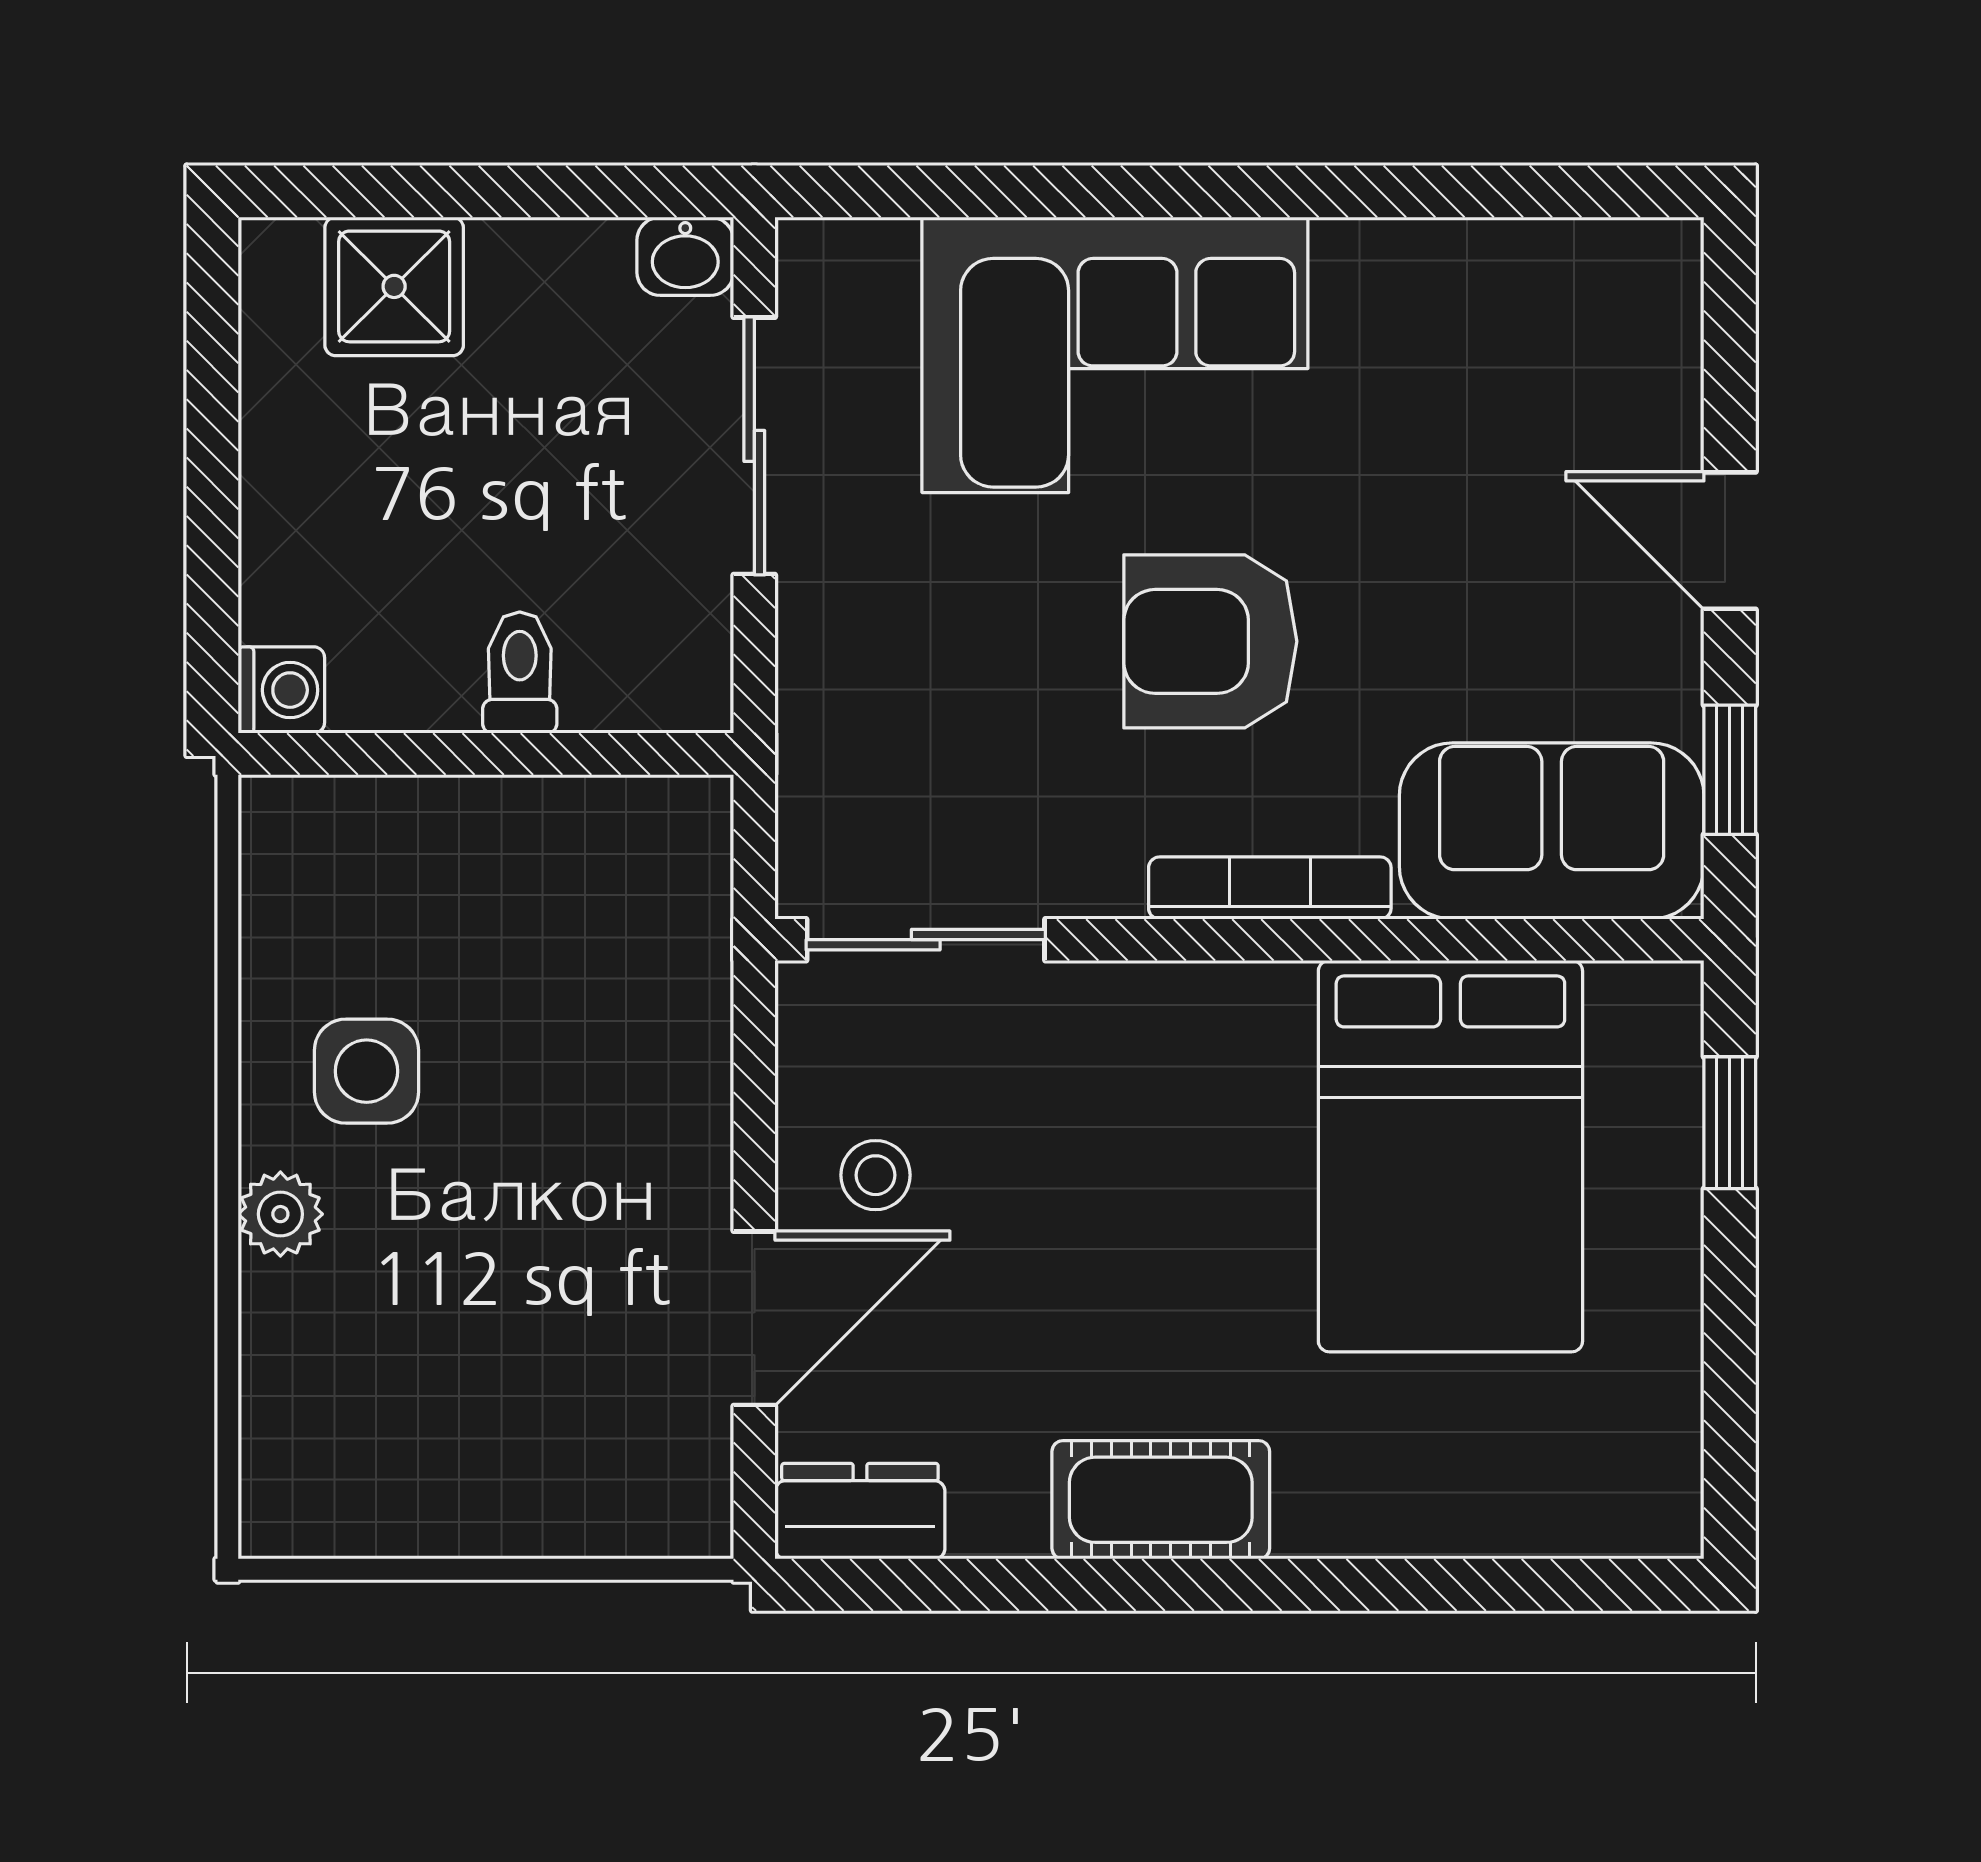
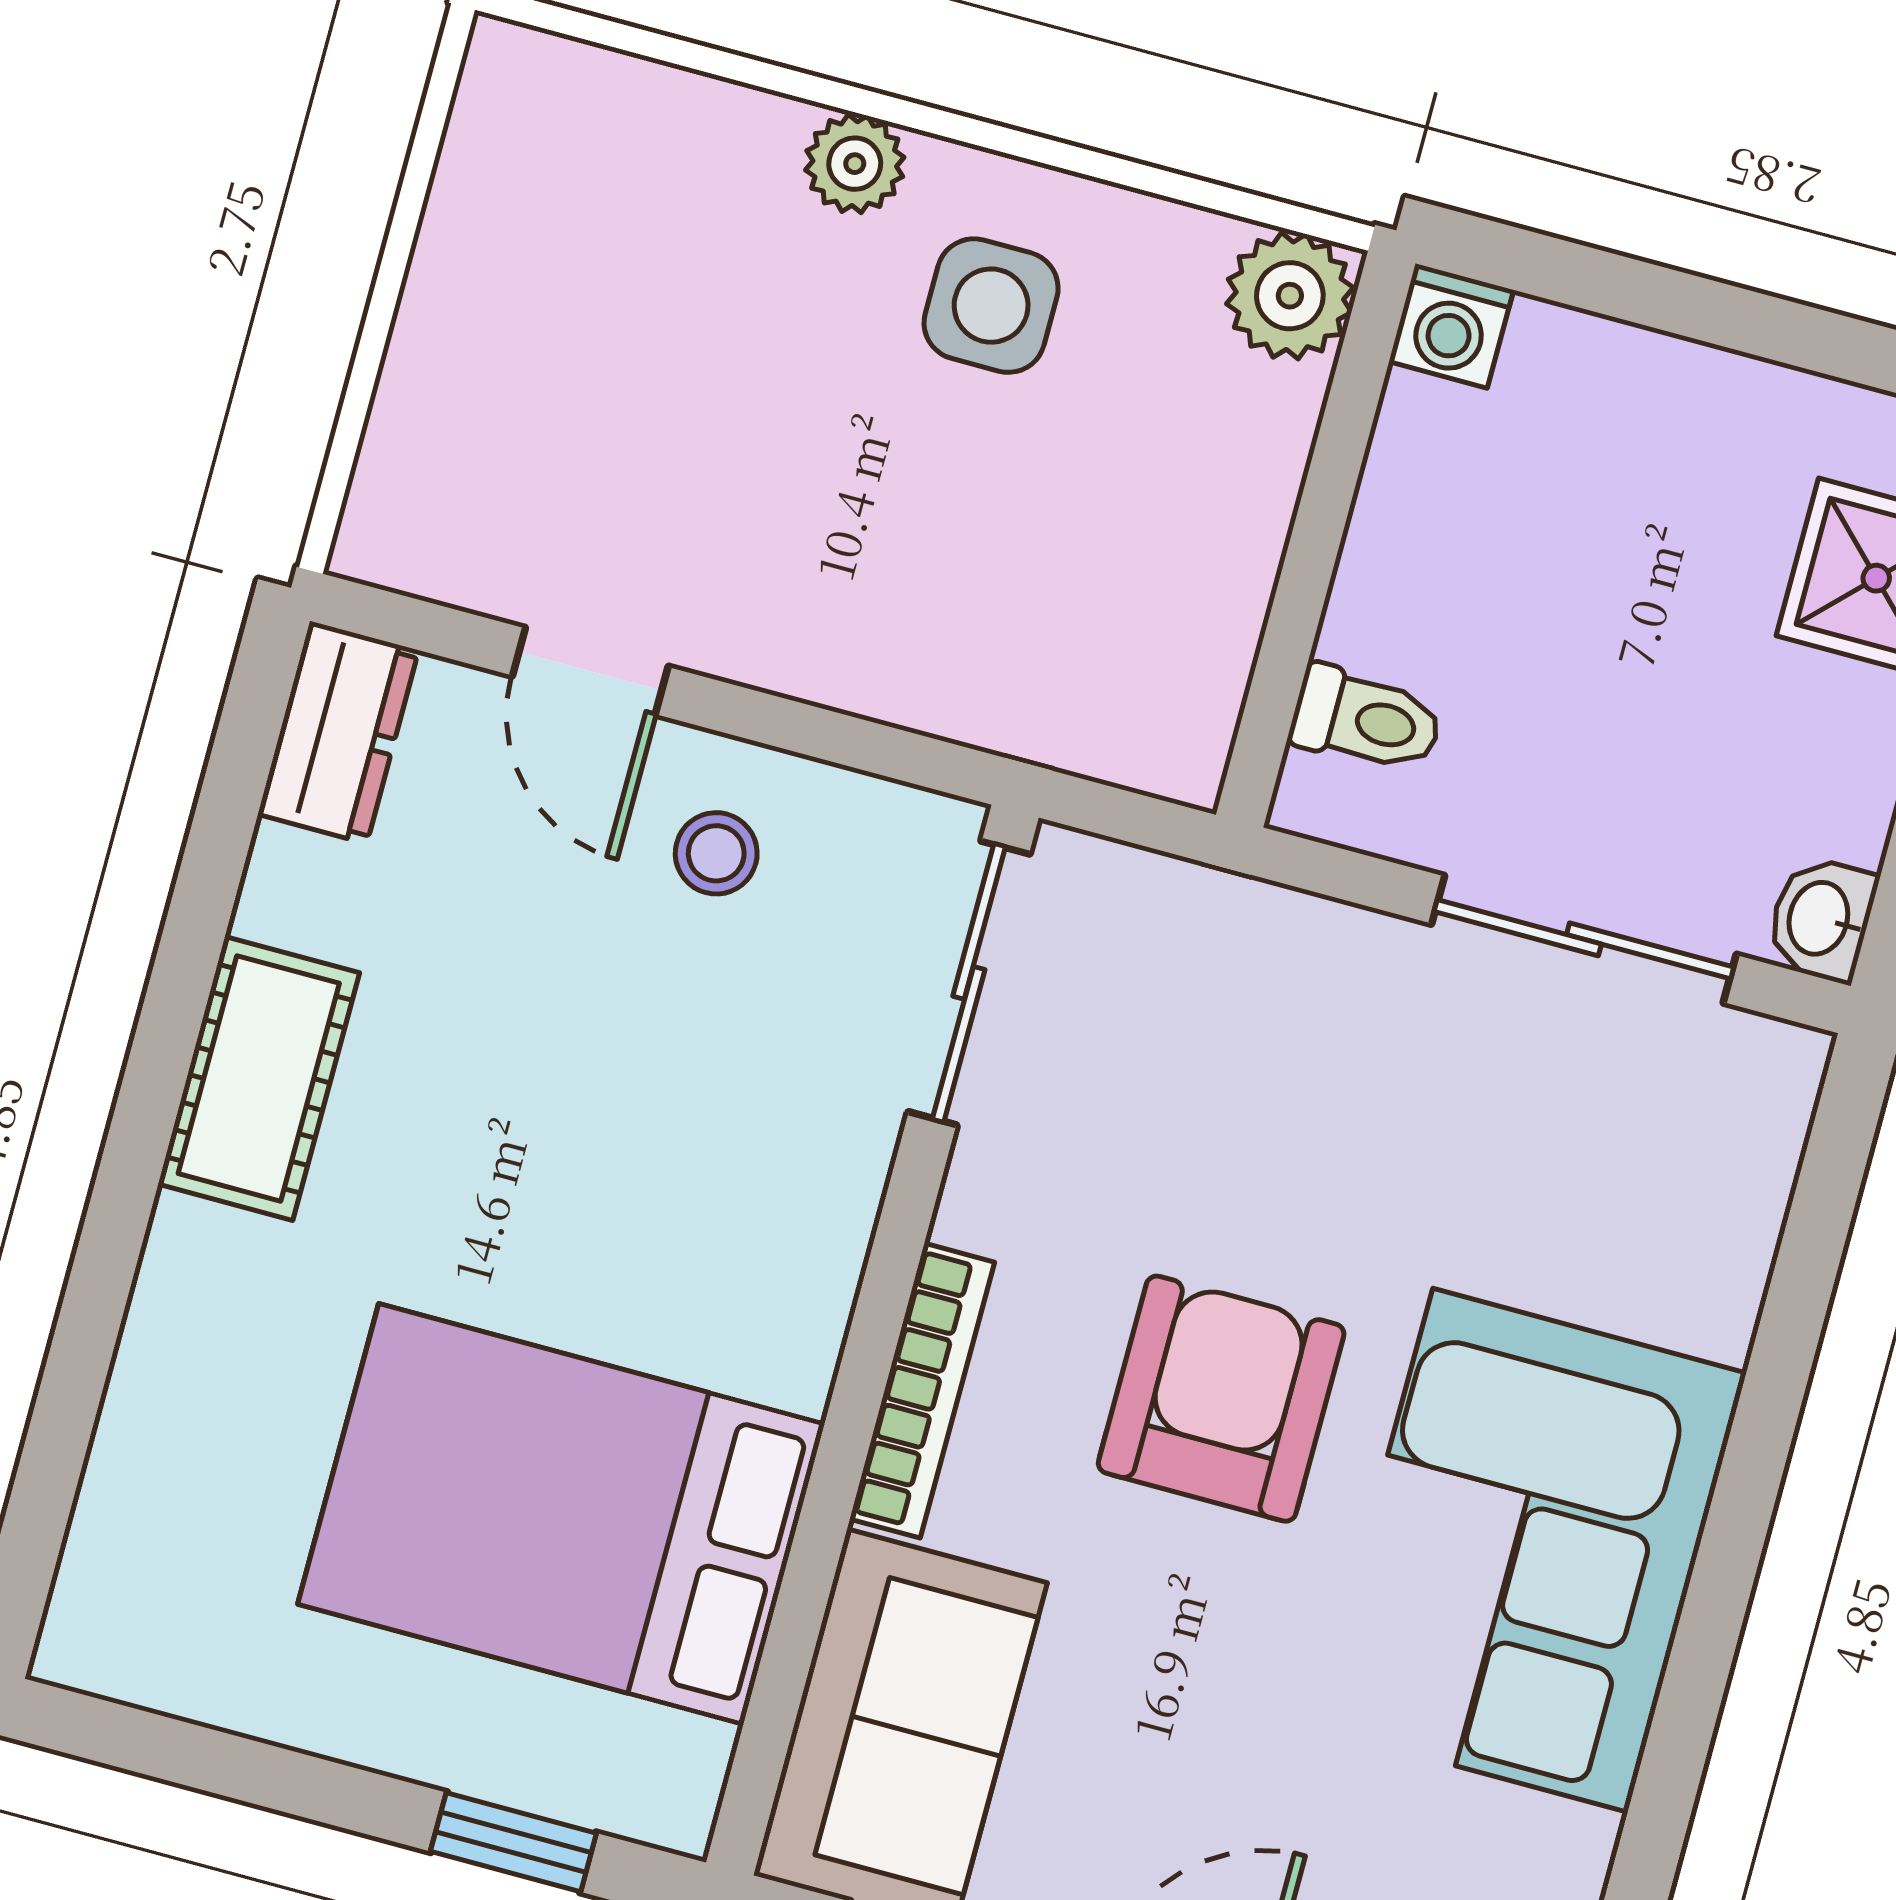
corner sofa: (1115, 355) -> (1530, 1550), moved
toilet: (520, 673) -> (1366, 720), moved
plant: (292, 829) -> (1290, 296), added
door: (754, 1318) -> (590, 671), width x0.73

